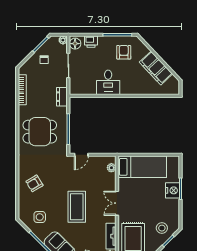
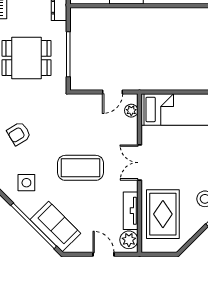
door: (81, 155) -> (113, 92), moved
coffee table: (77, 207) -> (80, 168), turned 90

